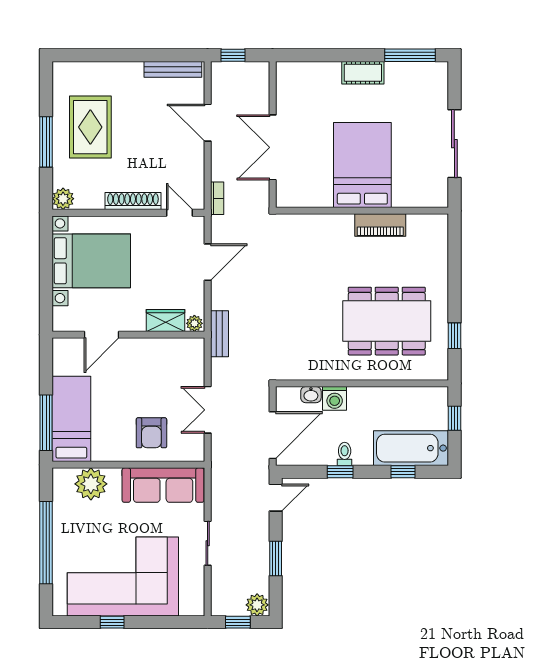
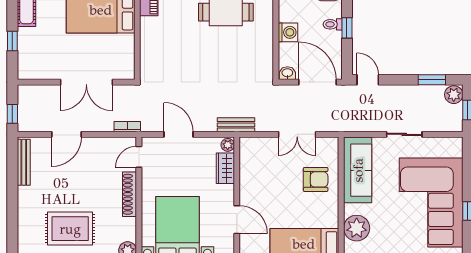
window: (324, 55) -> (12, 41), added
washbasin: (311, 395) -> (287, 73), moved, turned -90
window: (276, 558) -> (432, 80), moved

